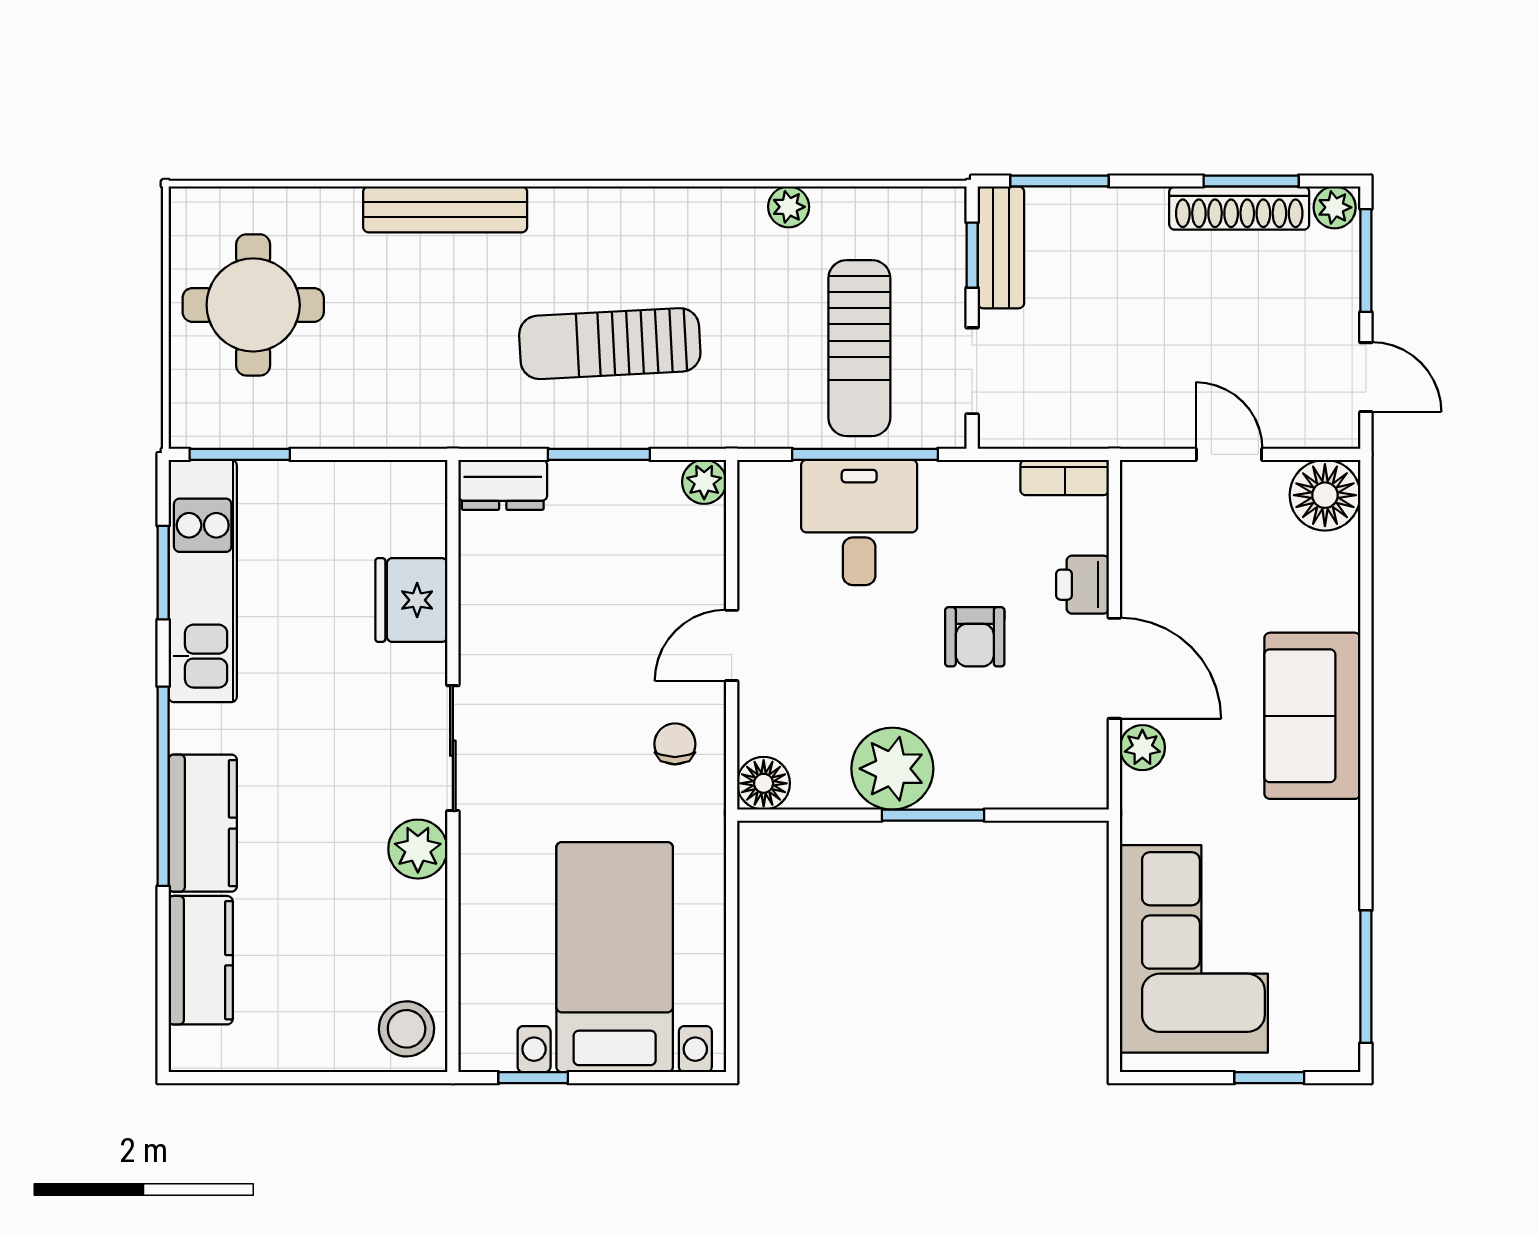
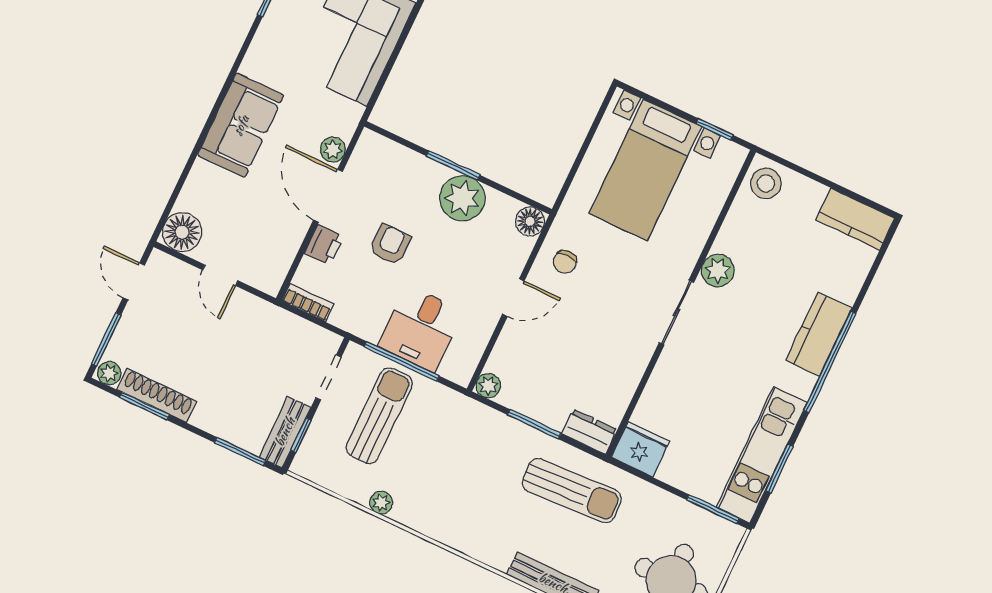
sun lounger: (610, 344) -> (572, 491), moved
fridge: (411, 600) -> (640, 449), moved, turned -90
kitchen counter: (201, 960) -> (855, 219), moved, turned -90

